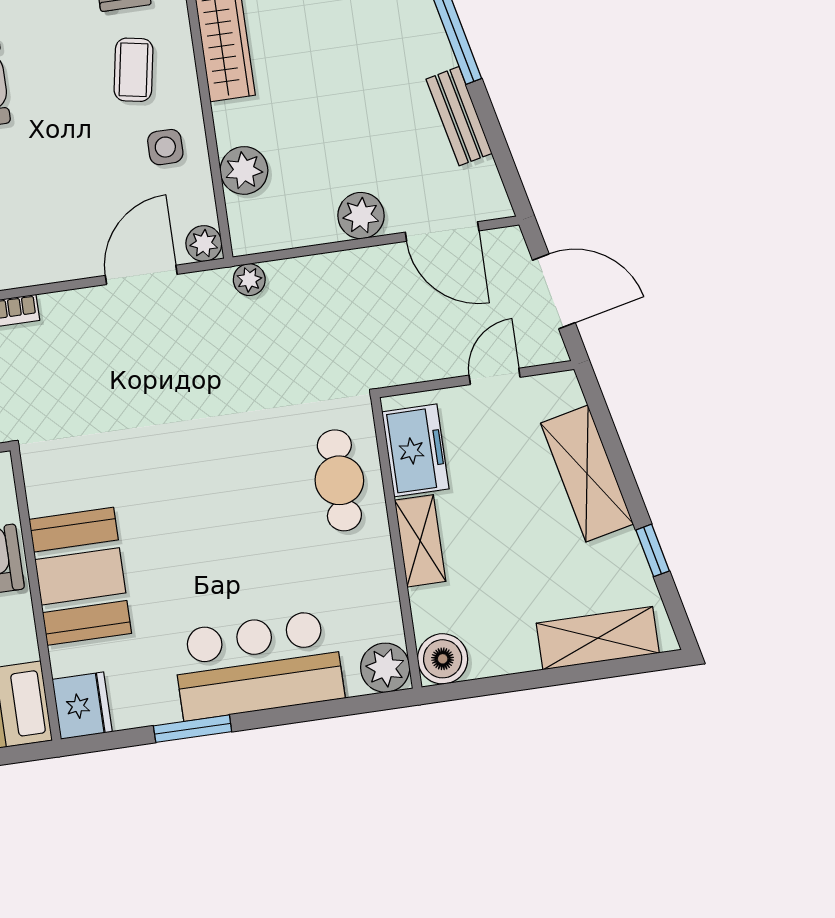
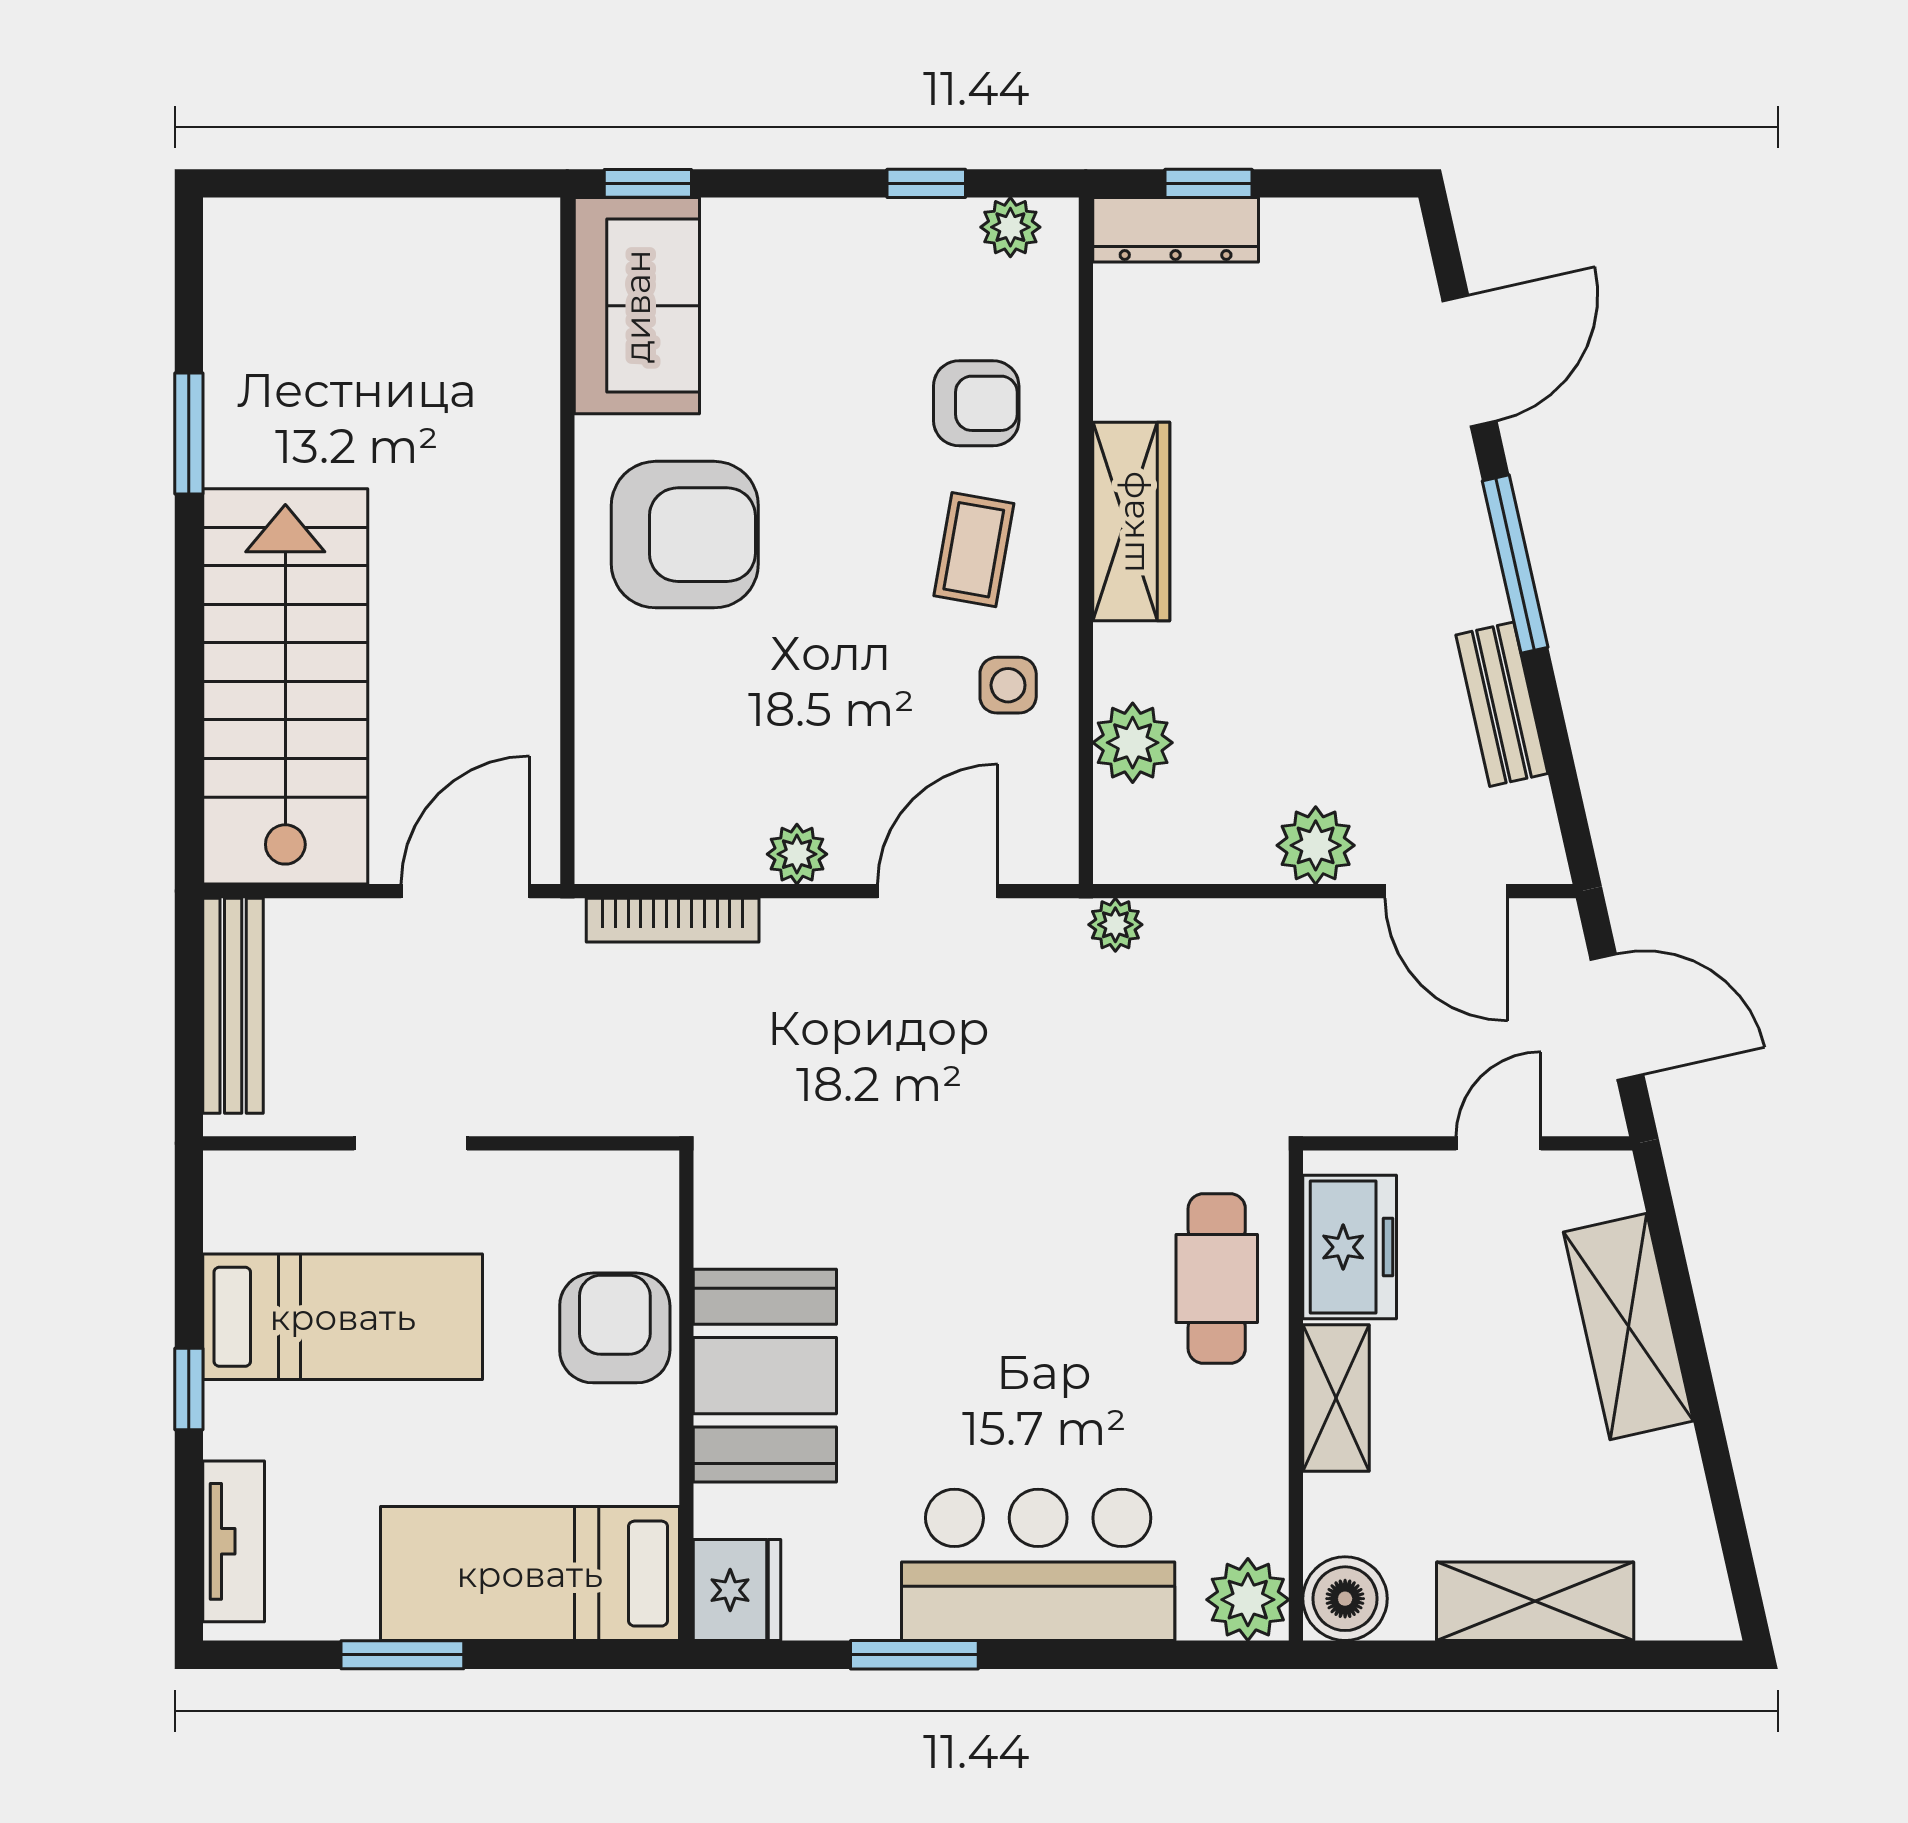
plant: (204, 243) -> (797, 854), moved
window: (653, 550) -> (1719, 1469), removed
shelving: (598, 638) -> (1535, 1601), moved

